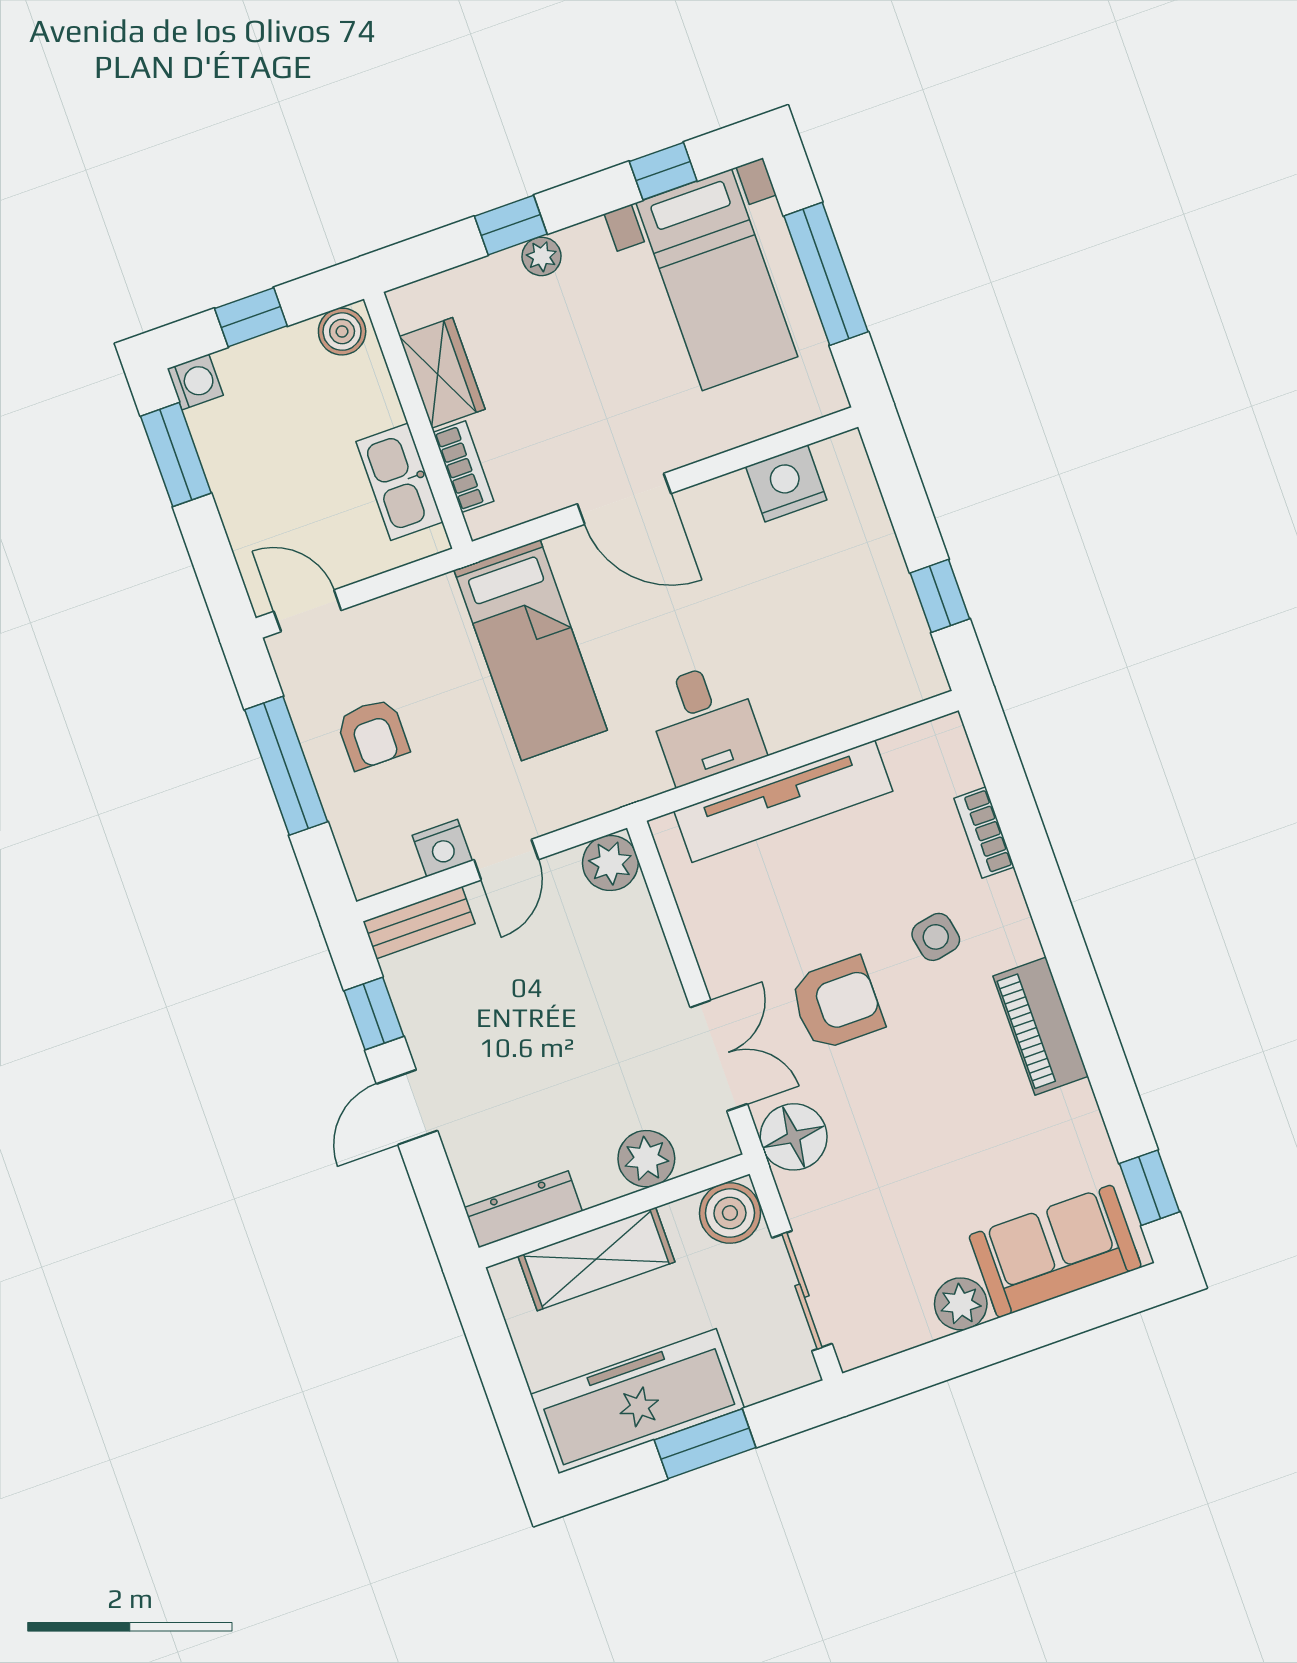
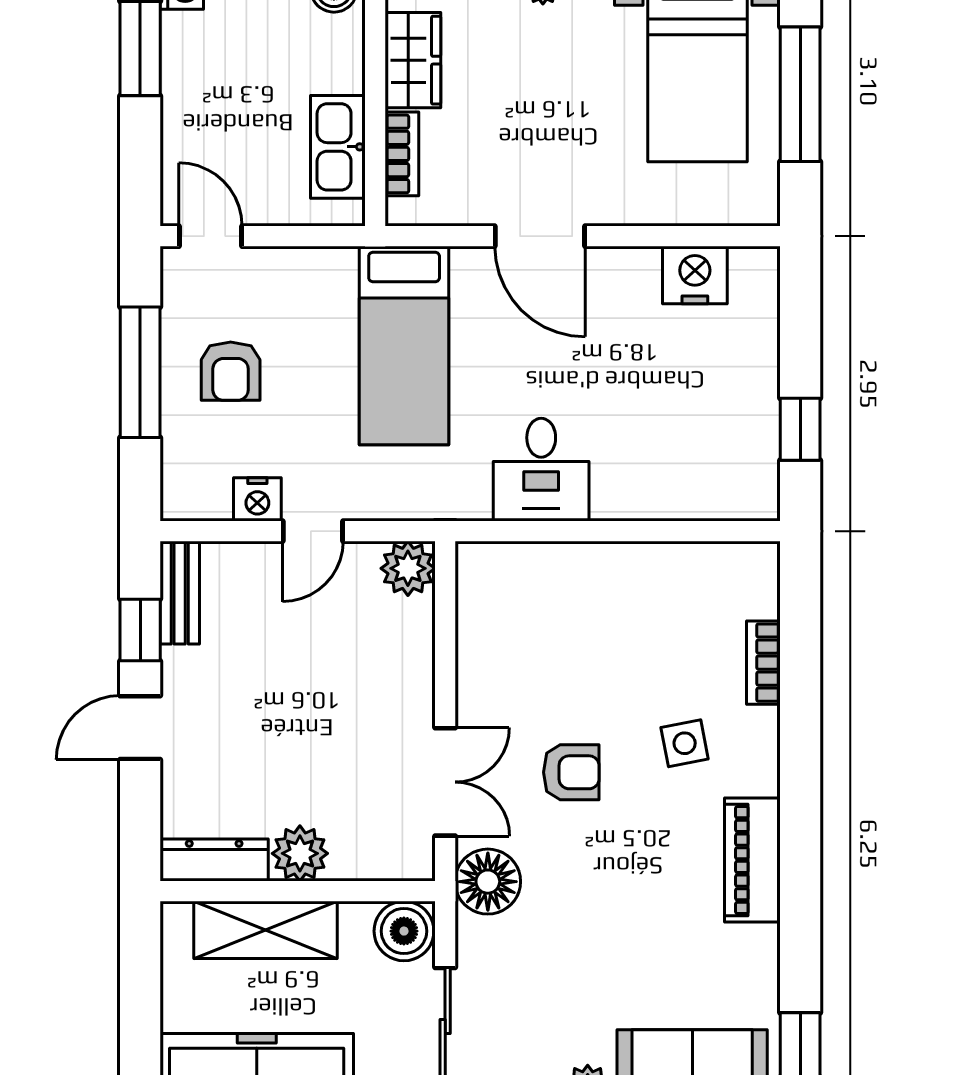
tv unit: (783, 801) -> (588, 568), removed
bench: (419, 923) -> (180, 593), moved, turned 90
armchair: (837, 1003) -> (571, 772), width x0.72, depth x0.72
plant: (646, 1159) -> (300, 853), moved

